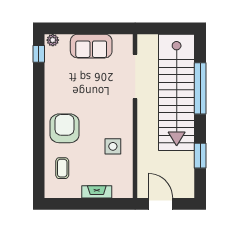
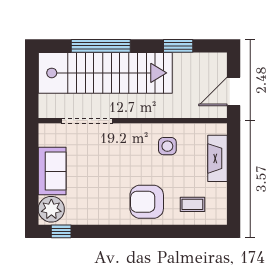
plant: (53, 40) -> (51, 209), width x1.88, depth x1.88
fireplace: (97, 192) -> (217, 158), width x1.37, depth x1.32

